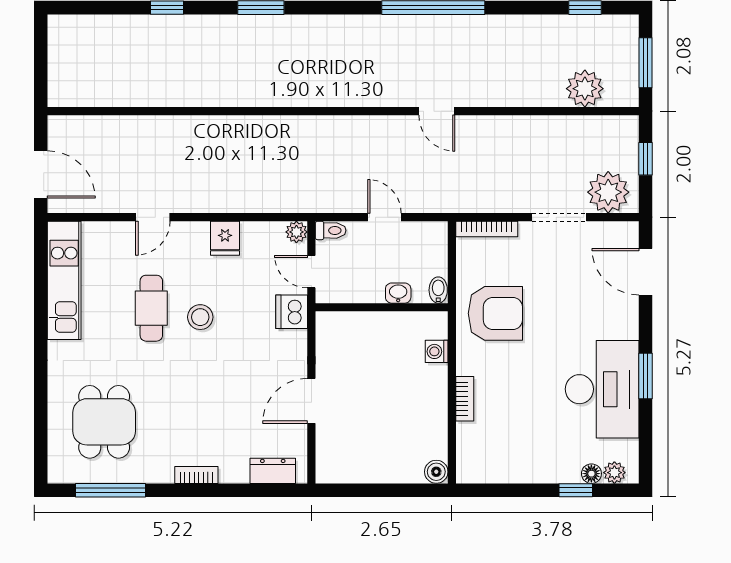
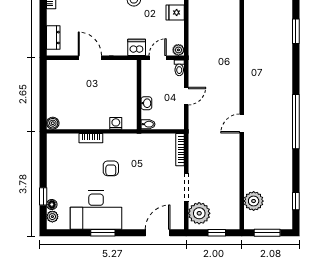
armchair: (495, 313) -> (111, 168), moved, width x0.53, depth x0.53

